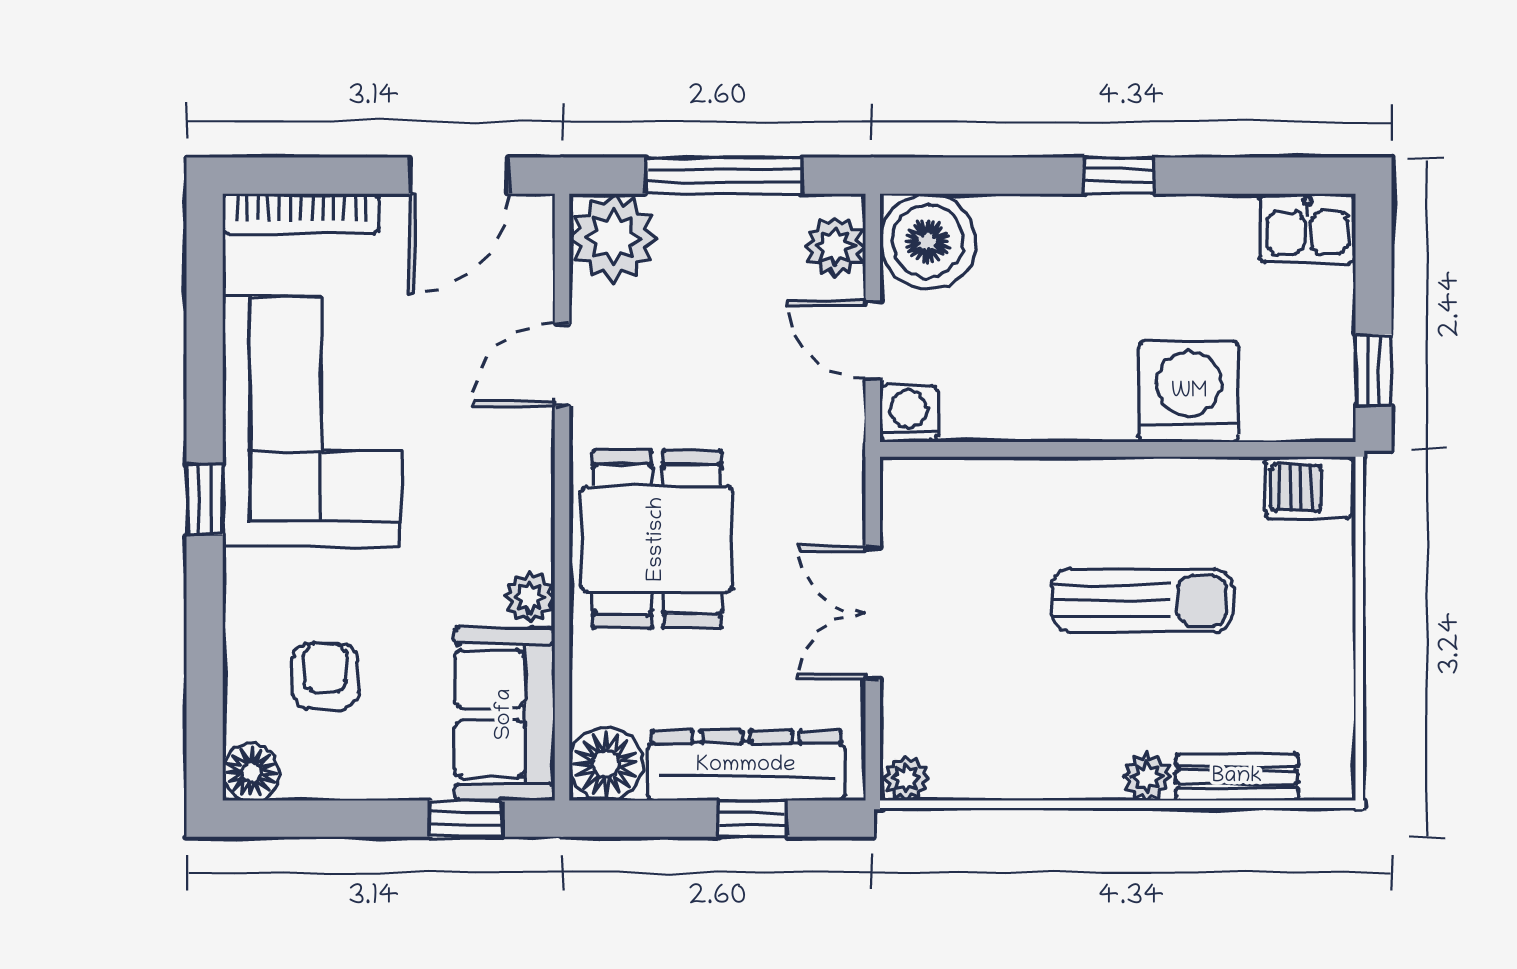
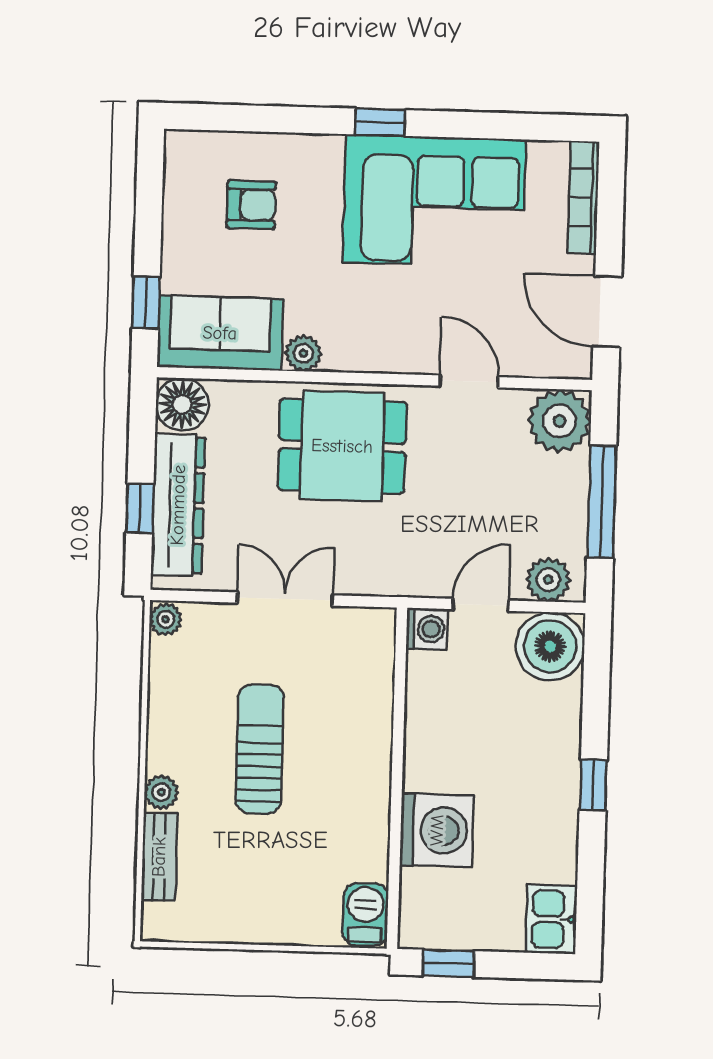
sun lounger: (1142, 600) -> (260, 749), moved, turned 180
floor lamp: (251, 772) -> (184, 150), removed

